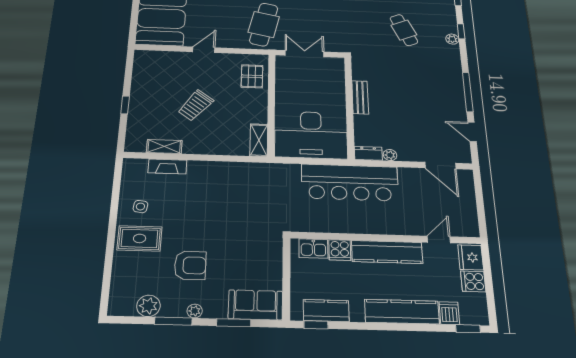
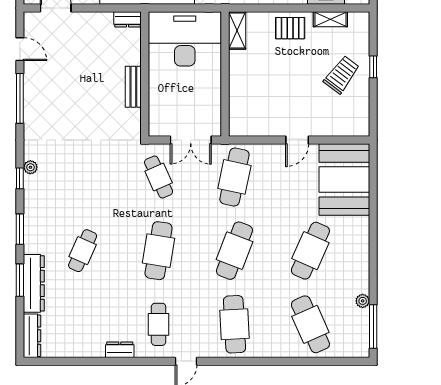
cafe table: (404, 30) -> (159, 177), moved
pallet: (252, 76) -> (290, 28), moved, turned 90
trolley: (196, 105) -> (342, 75), moved
plant: (390, 155) -> (106, 18), removed

